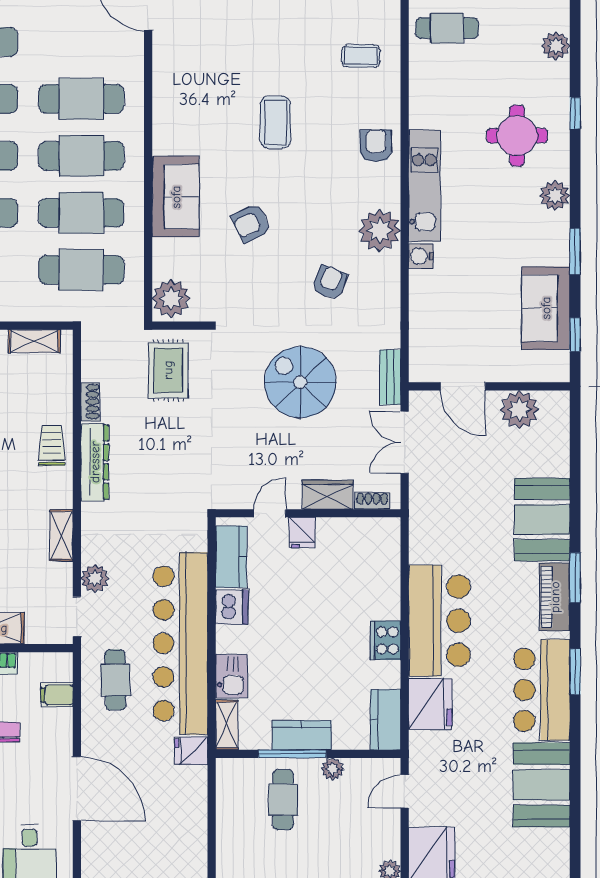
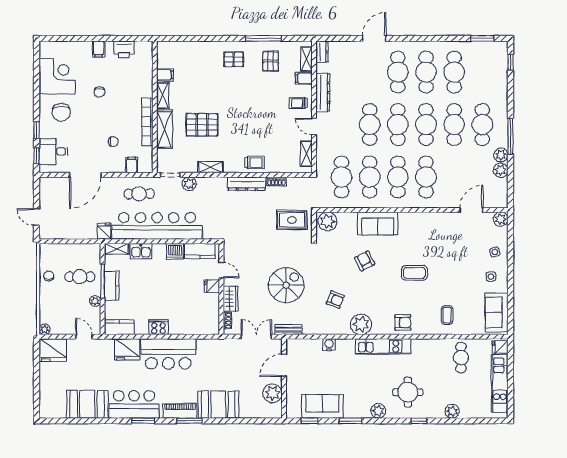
water cooler: (421, 256) -> (329, 345), moved
chair: (282, 863) -> (49, 276), added

